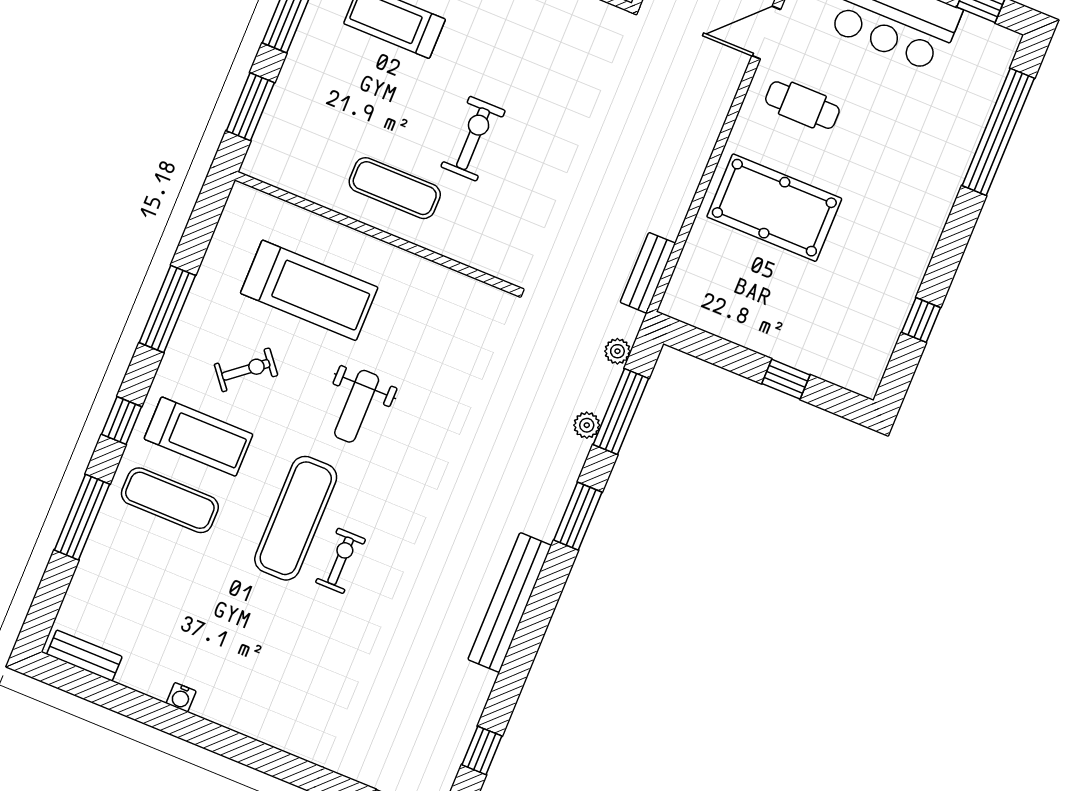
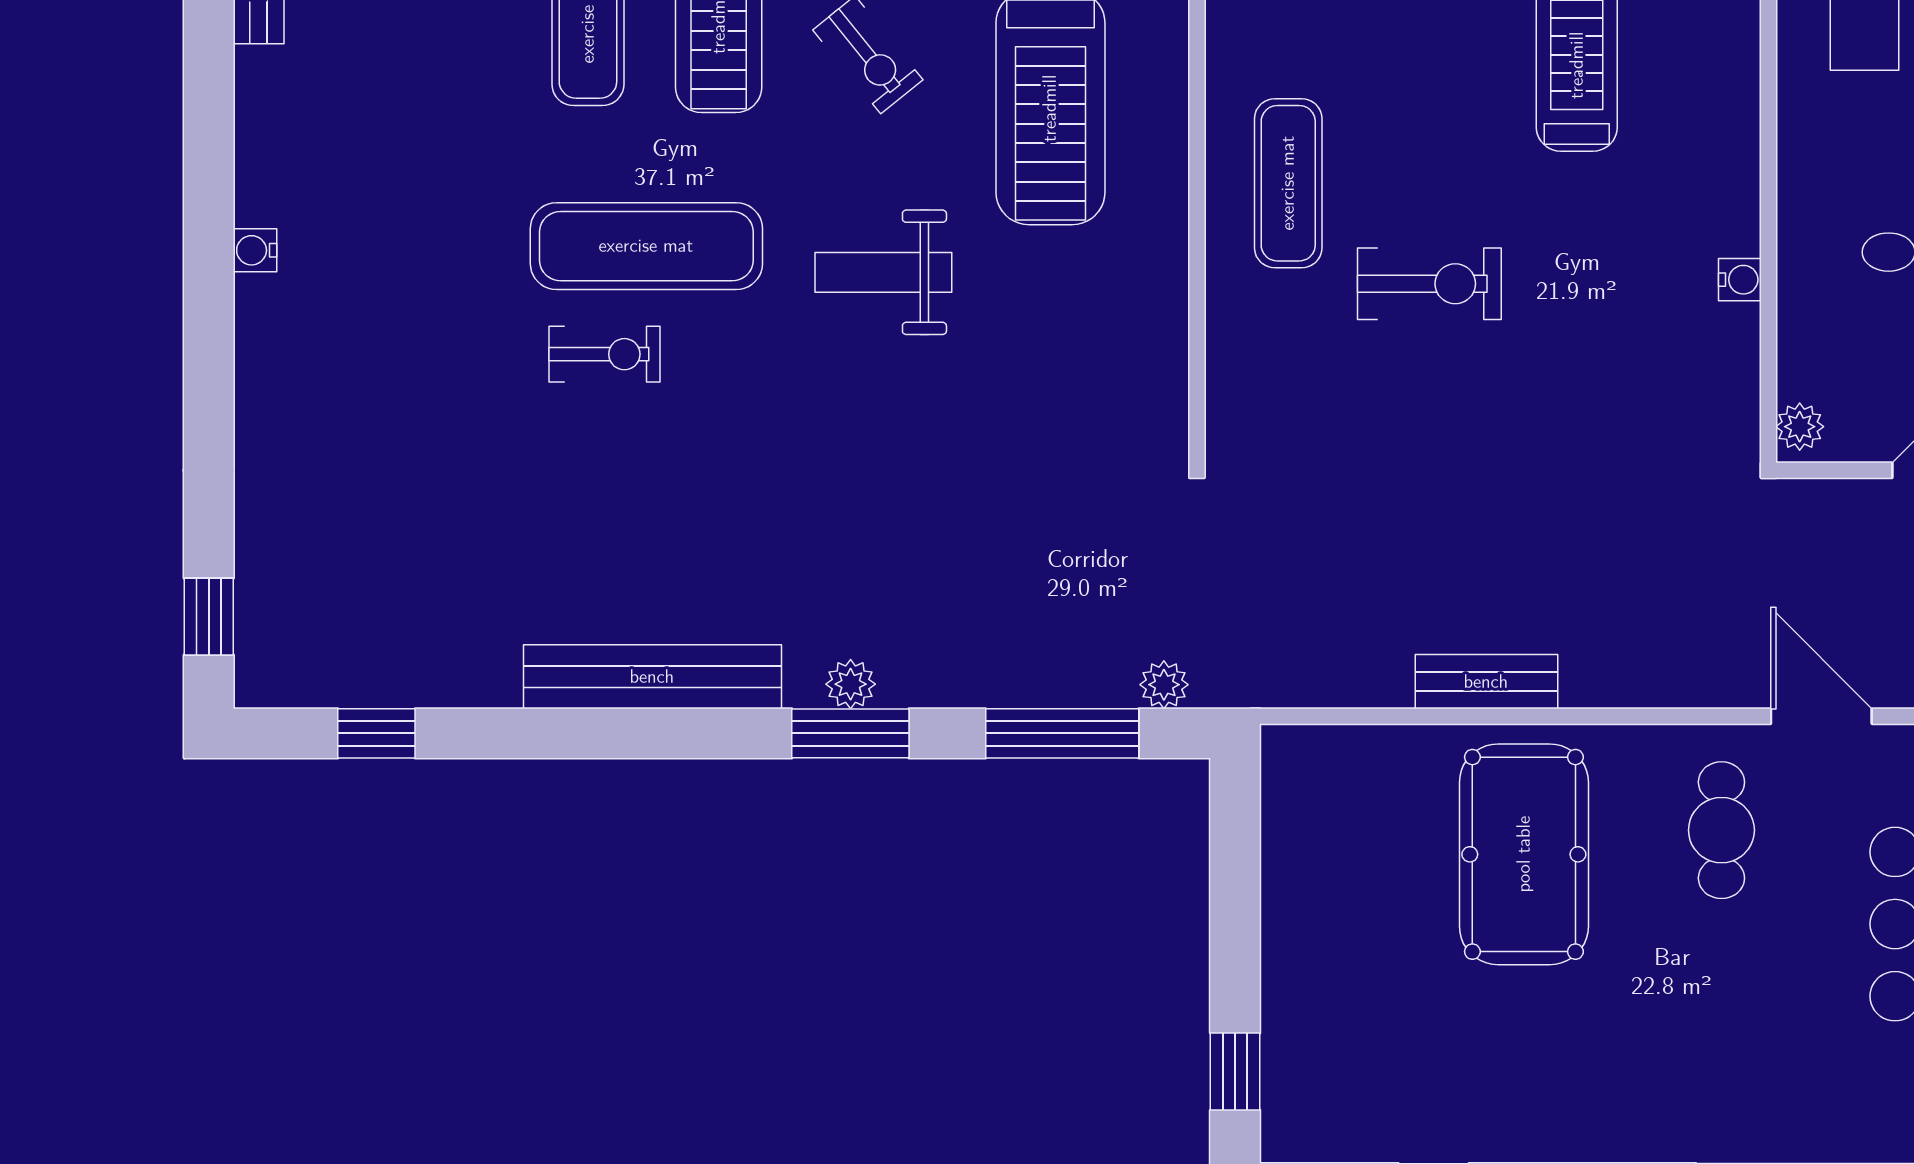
bench: (648, 273) -> (1486, 682), moved
window: (786, 379) -> (1235, 1072), moved
plant: (587, 425) -> (851, 684), moved
water cooler: (181, 697) -> (255, 250), moved

